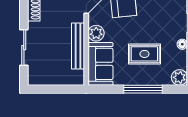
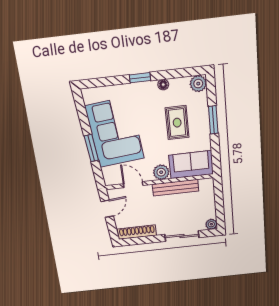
plant: (34, 79) -> (211, 224), added
window: (143, 89) -> (213, 120), width x0.69

